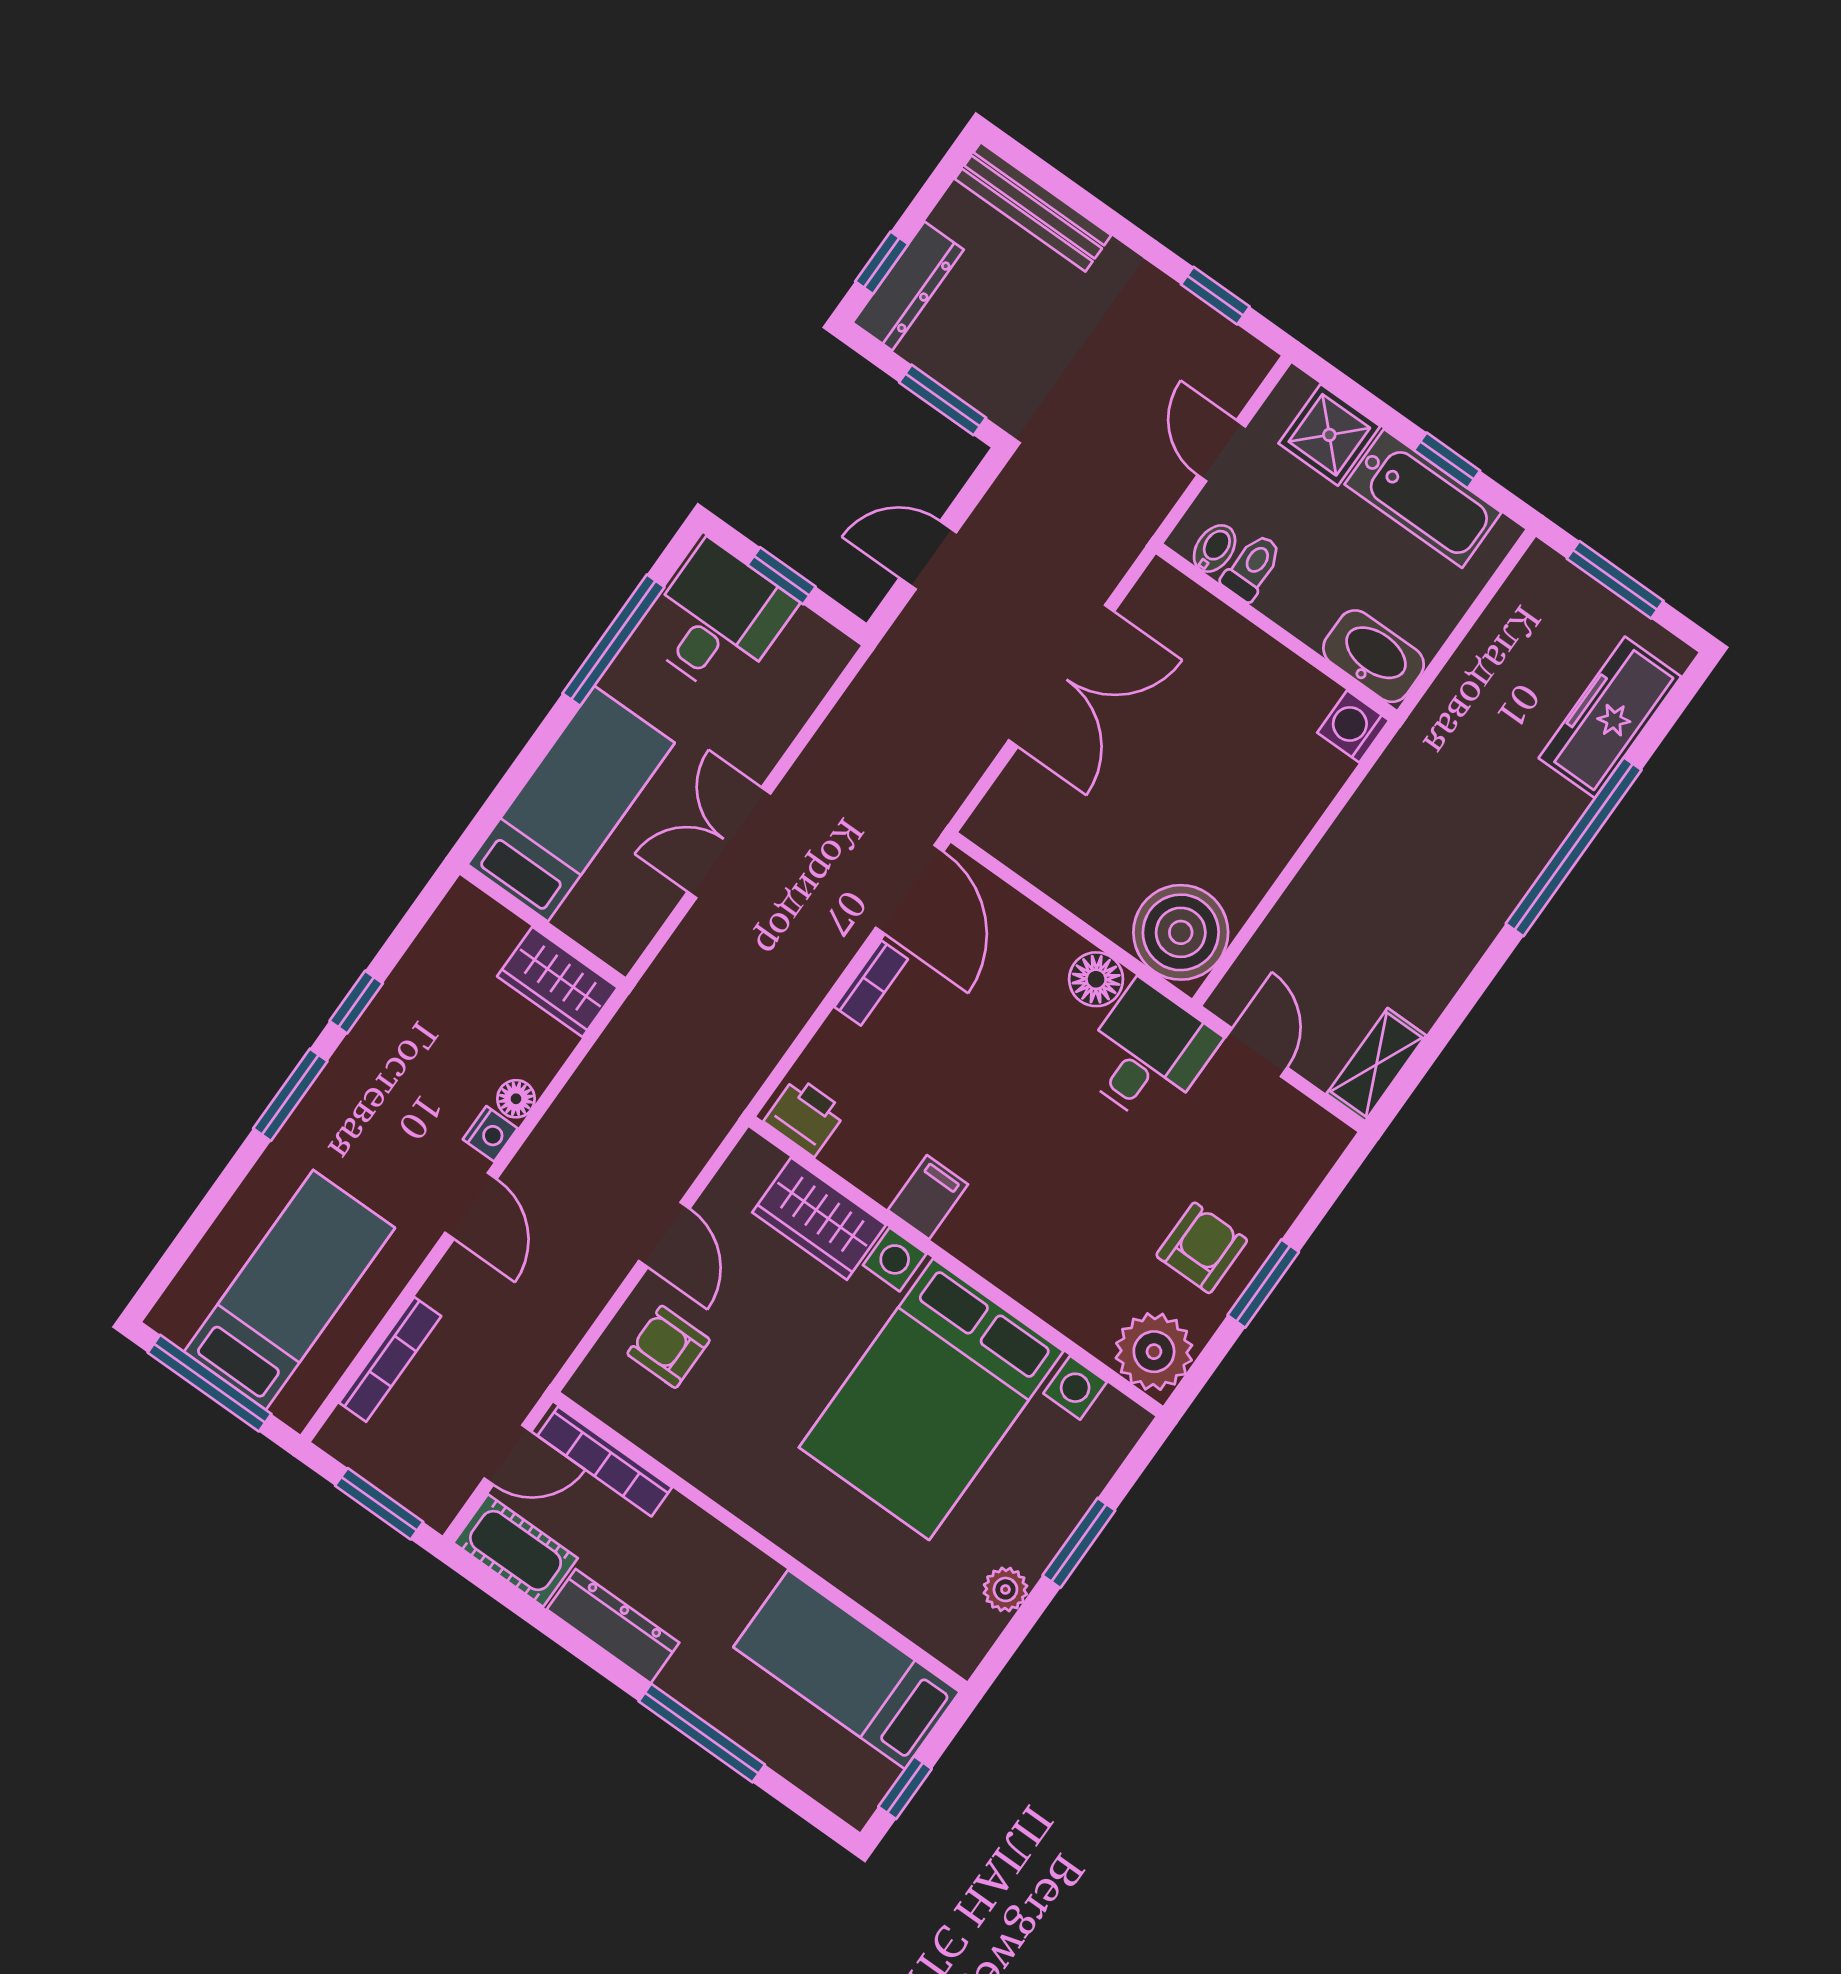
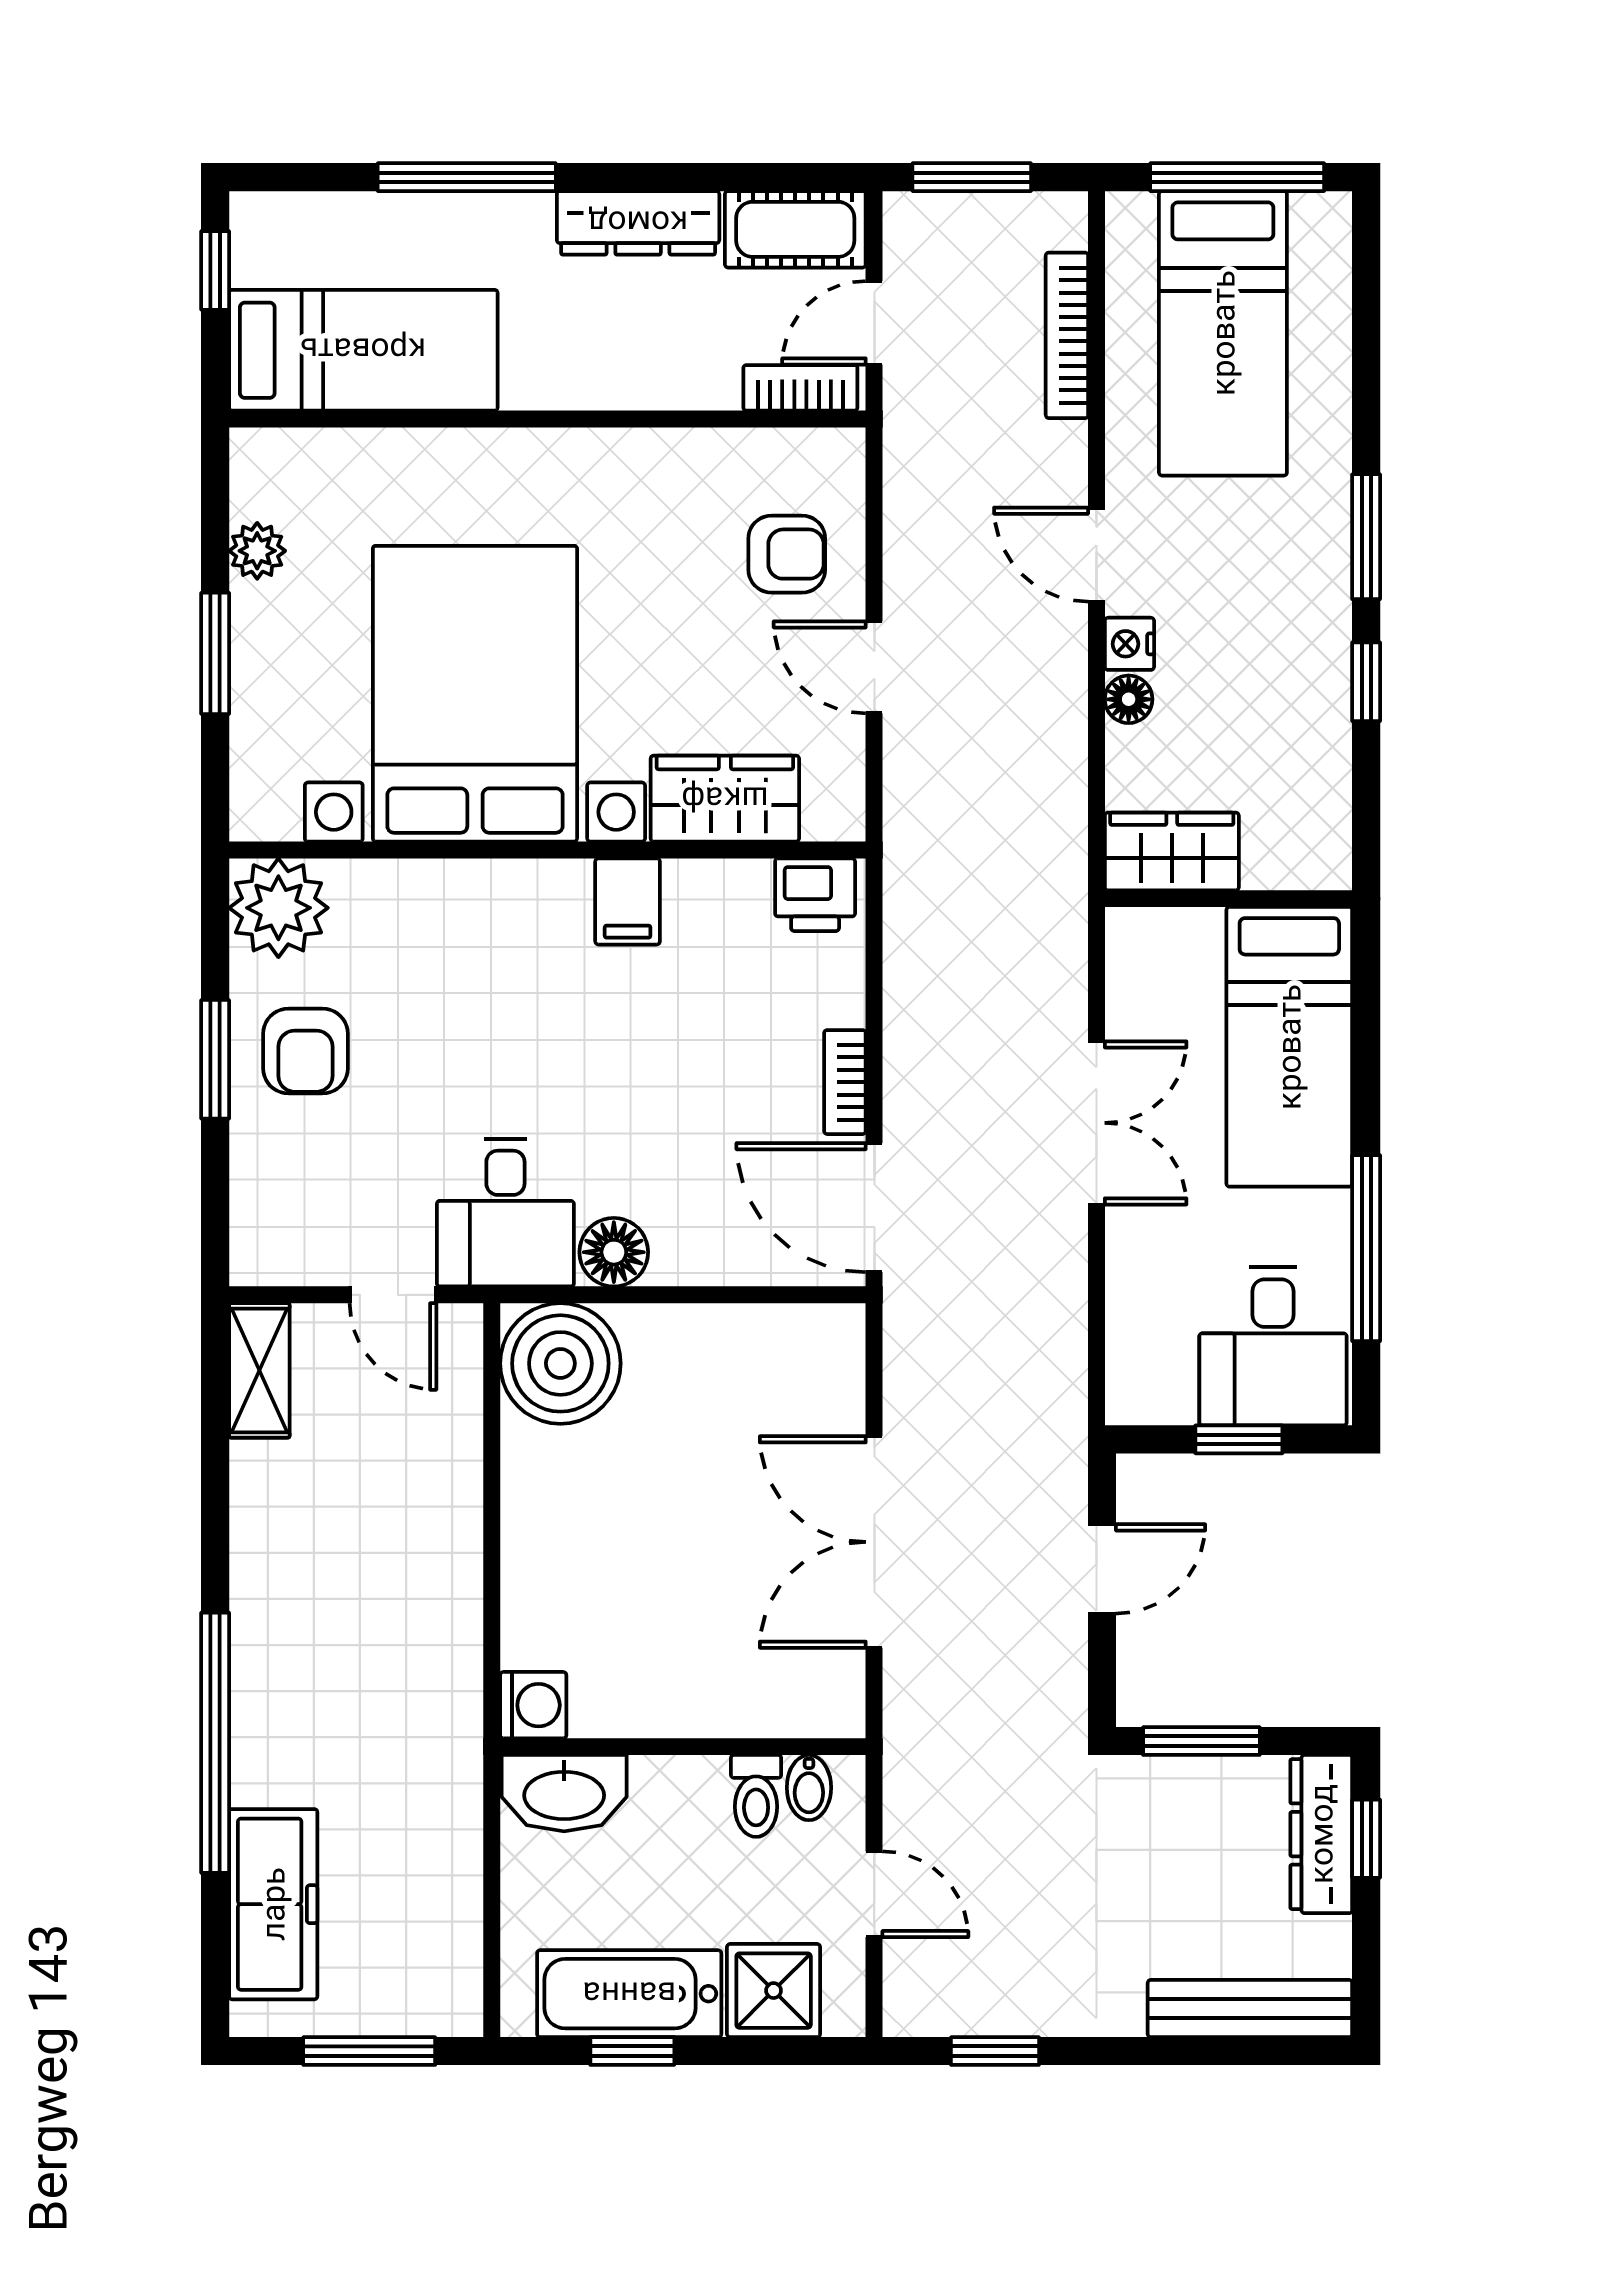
bookcase: (605, 1461) -> (800, 388), width x0.64

